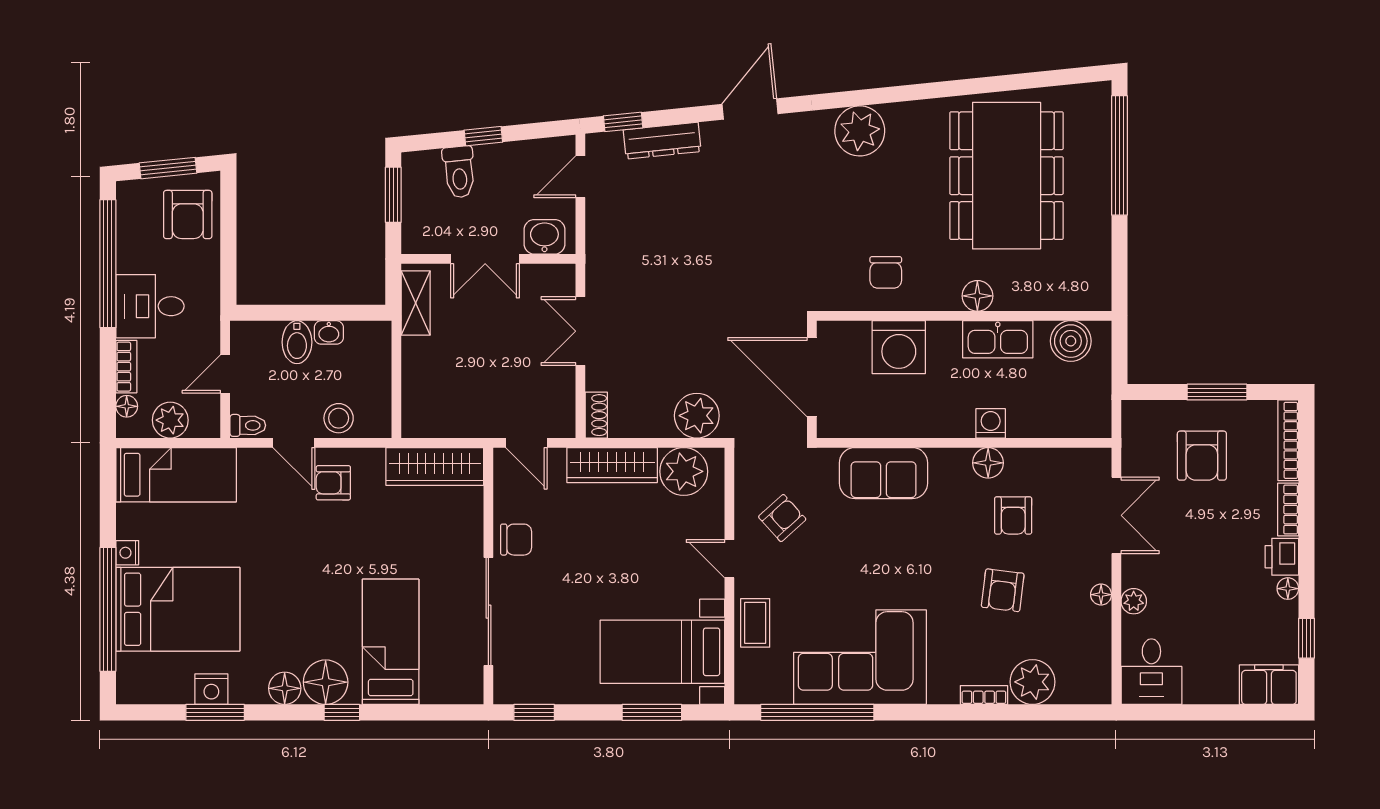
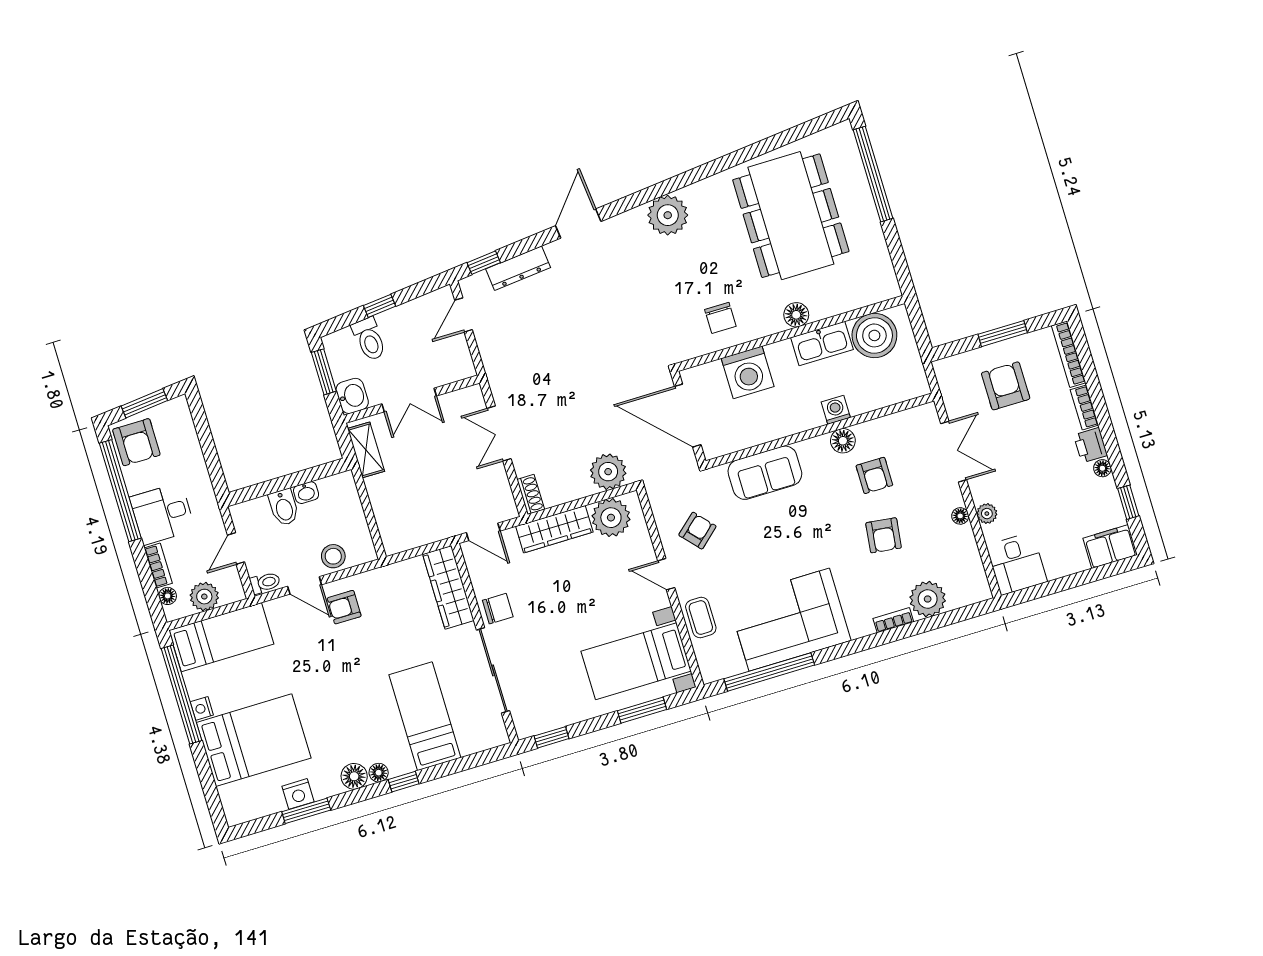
armchair: (188, 214) -> (136, 442), moved
washbasin: (544, 237) -> (352, 396), moved, turned 90
boiler: (1071, 341) -> (874, 335), width x1.37, depth x1.37
armchair: (1202, 456) -> (1006, 386), turned 180
wardrobe: (435, 466) -> (448, 587), moved, turned 90
window: (108, 609) -> (181, 695), moved
floor lamp: (326, 682) -> (379, 773), width x0.53, depth x0.53

